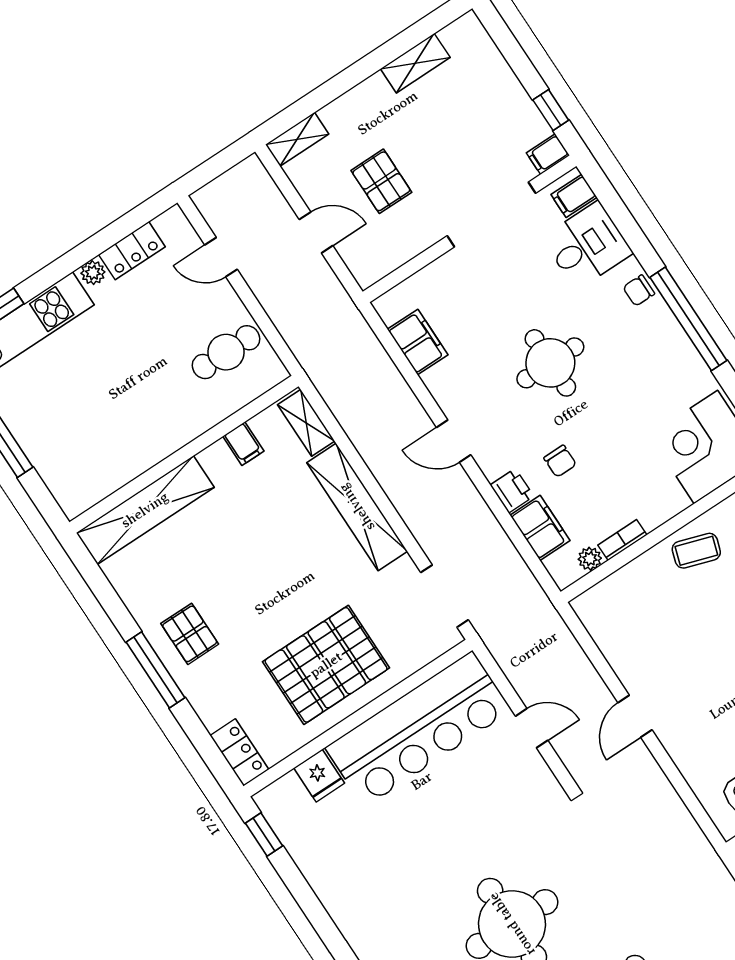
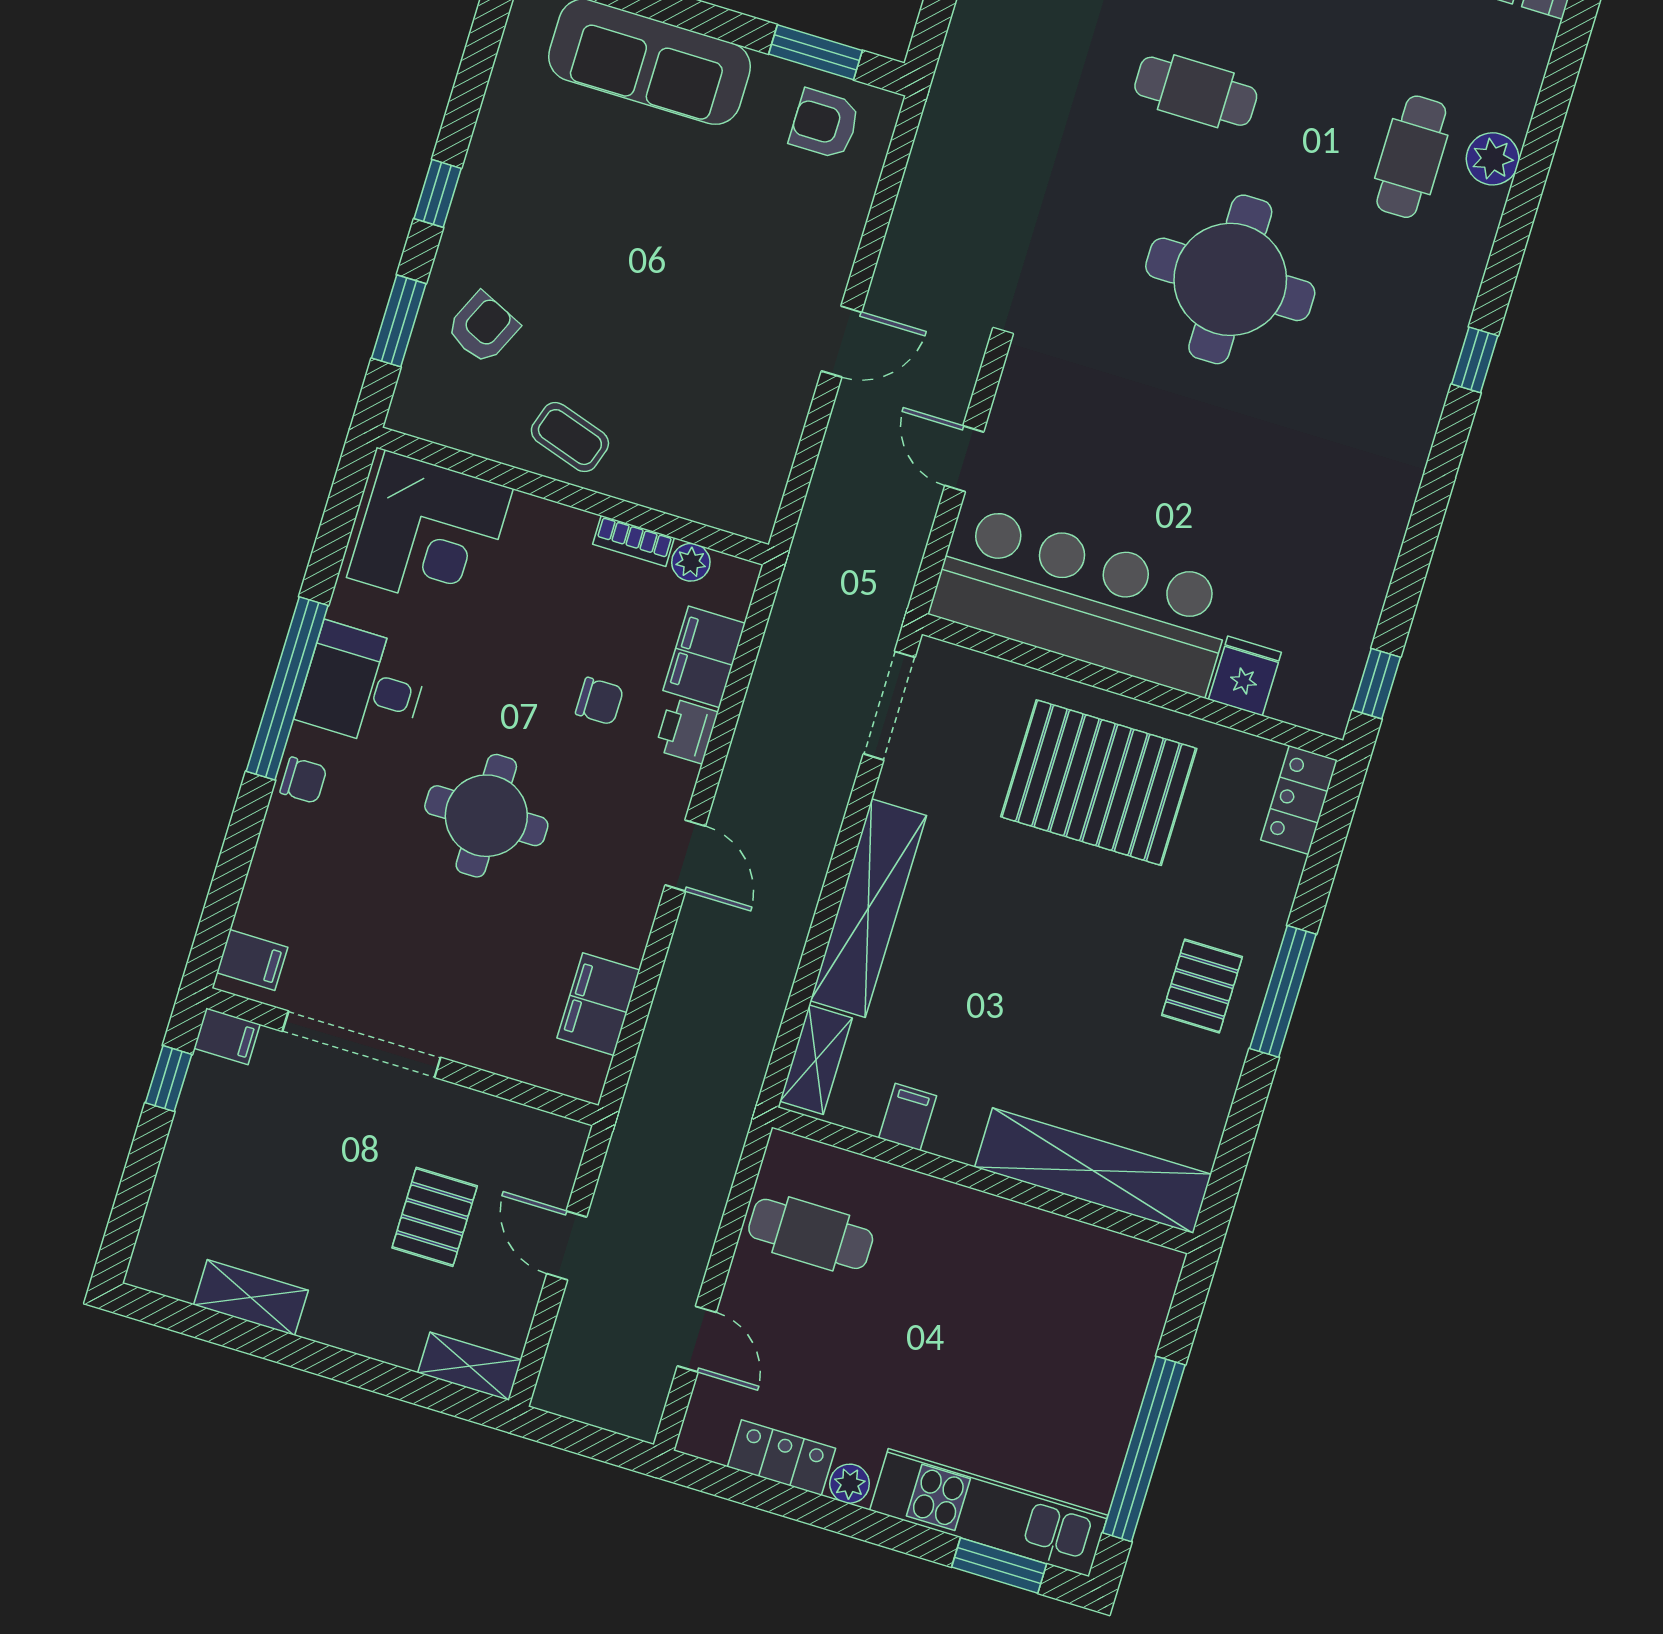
desk: (587, 245) -> (363, 686), moved
chair: (560, 461) -> (600, 701), turned 90

